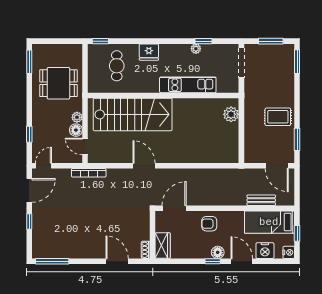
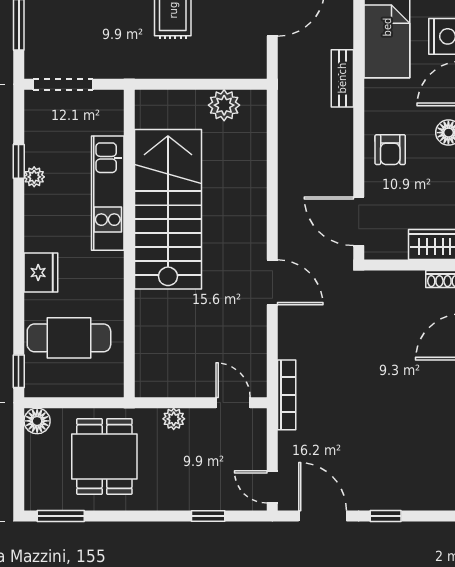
cafe table: (117, 66) -> (69, 338), width x1.37, depth x1.35
stairs: (133, 114) -> (168, 209), moved
plant: (231, 114) -> (224, 105), moved
floor lamp: (76, 130) -> (37, 421), moved
door: (85, 146) -> (233, 403), swing flipped
door: (144, 166) -> (272, 282), swing flipped
bench: (261, 200) -> (342, 78), moved

